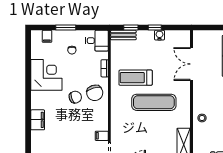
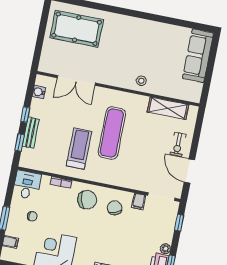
bench: (123, 35) -> (31, 133), moved
water cooler: (159, 35) -> (39, 92), moved
treadmill: (136, 78) -> (79, 149), turned 180
chair: (75, 97) -> (115, 208), moved

